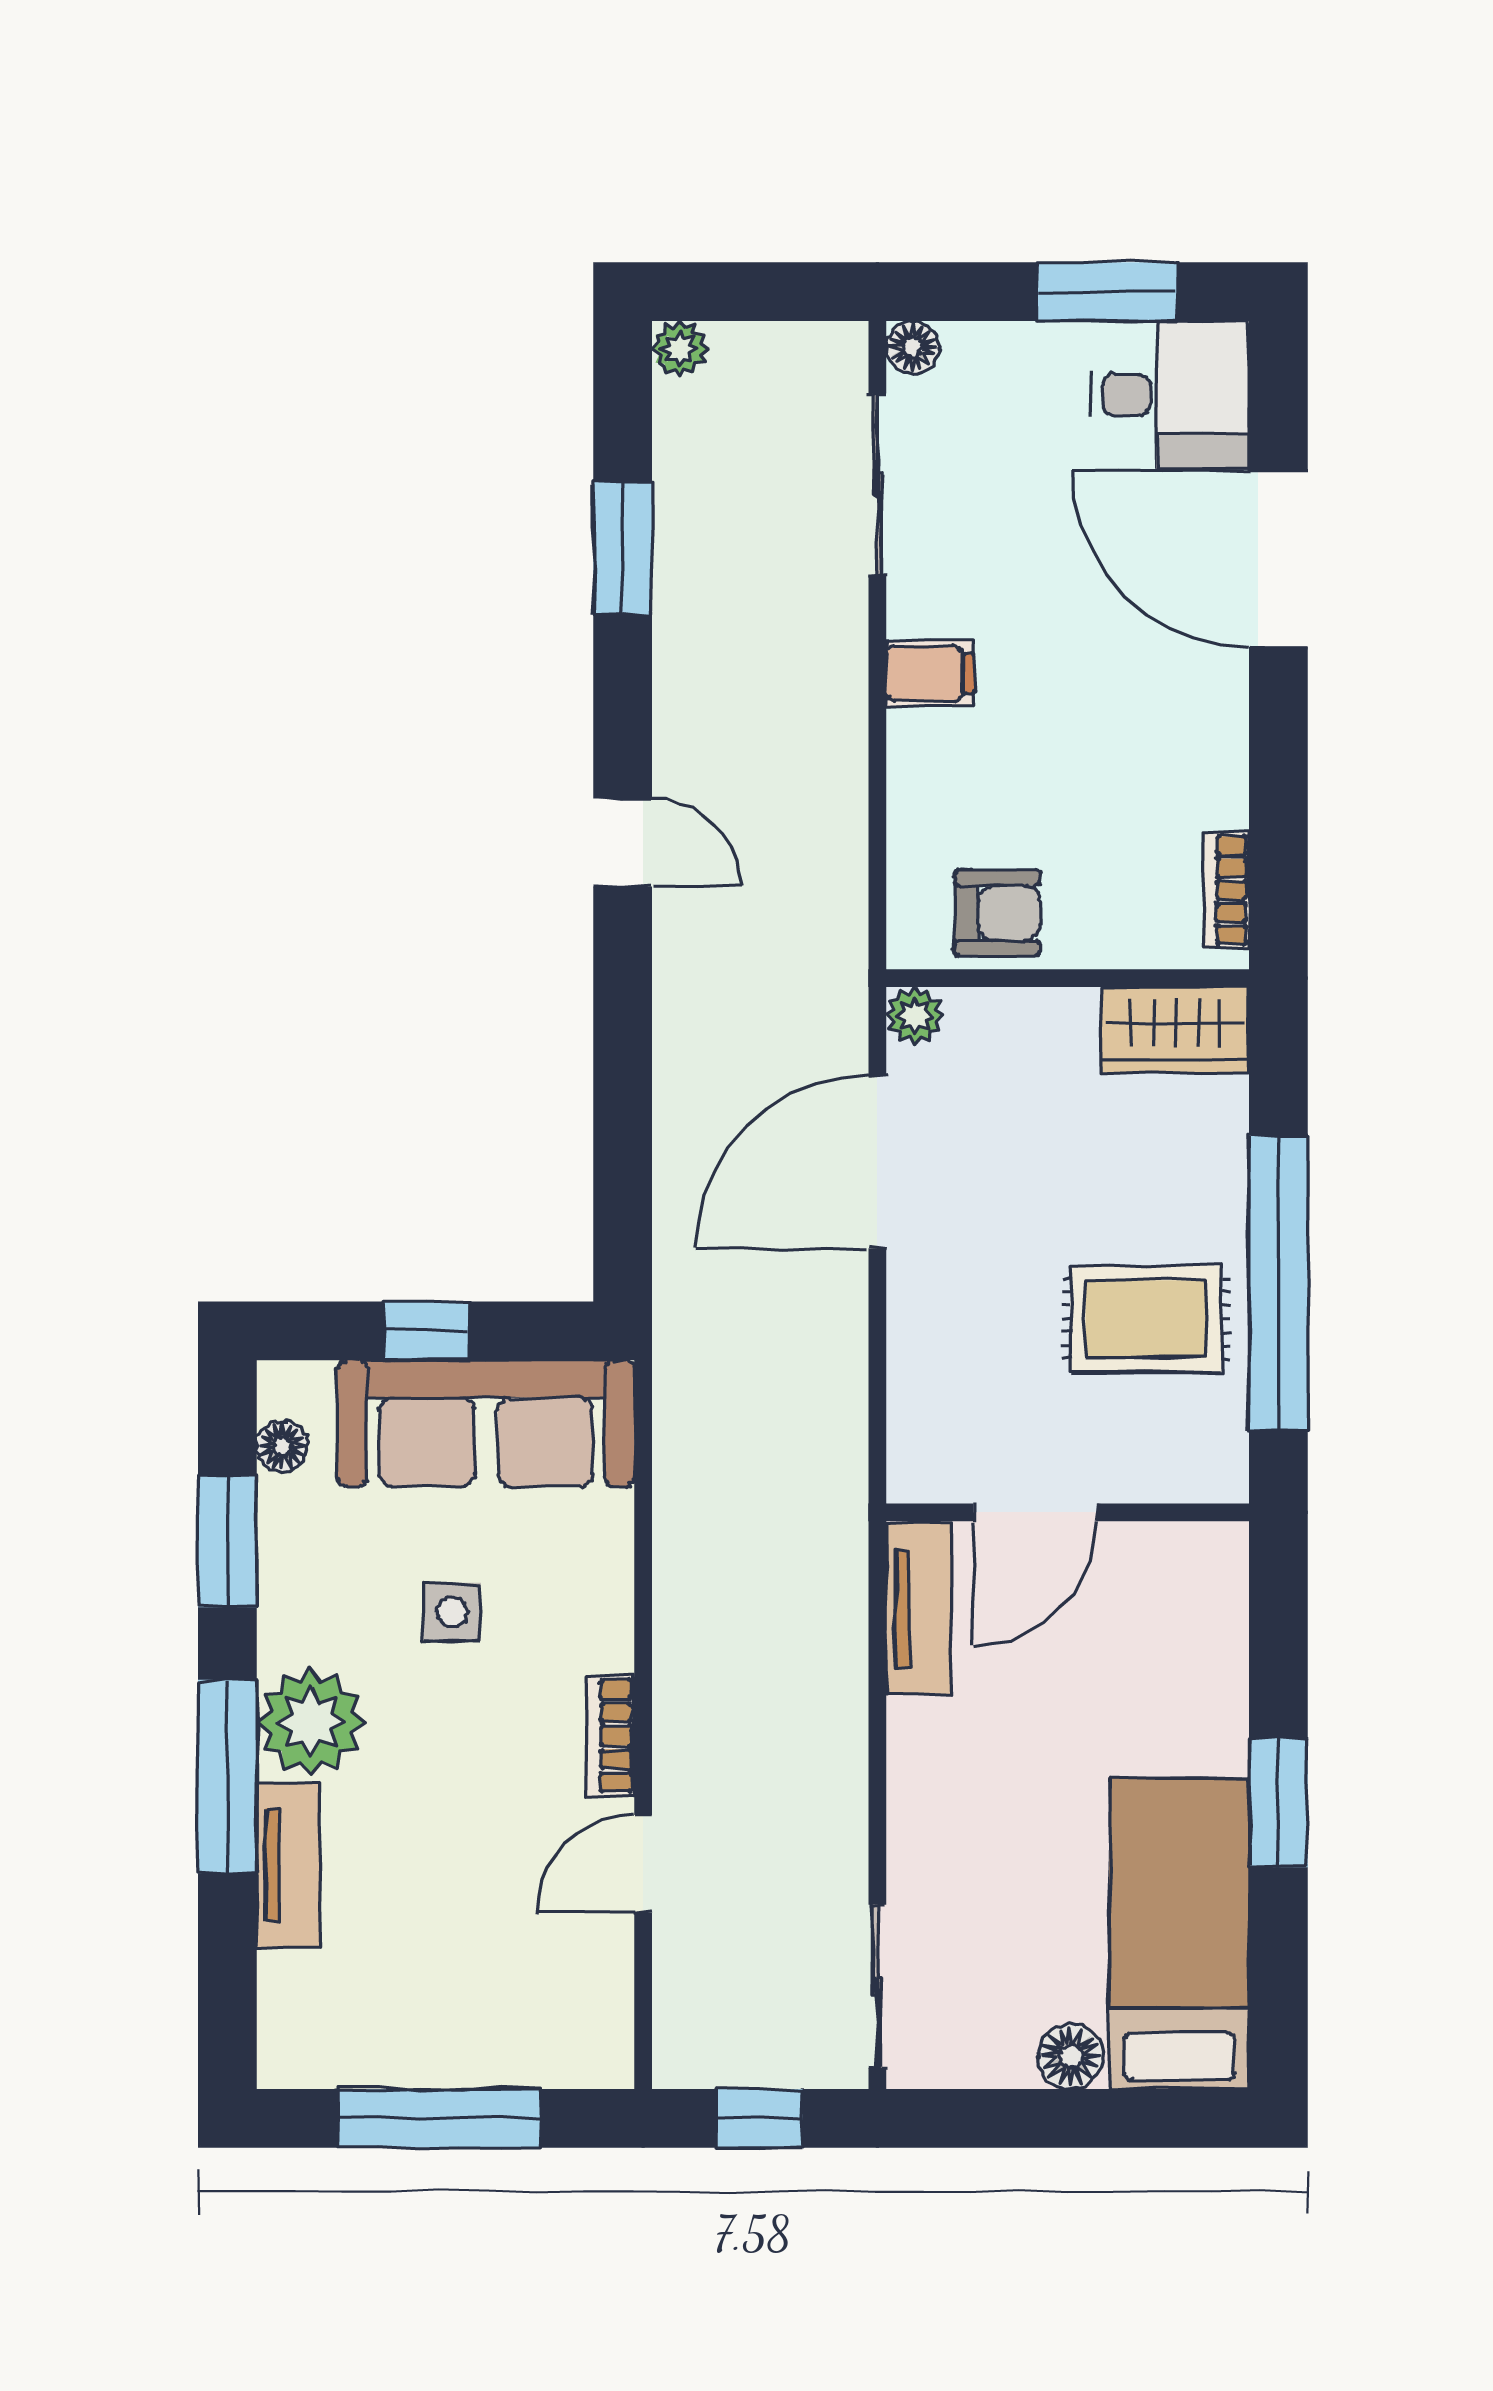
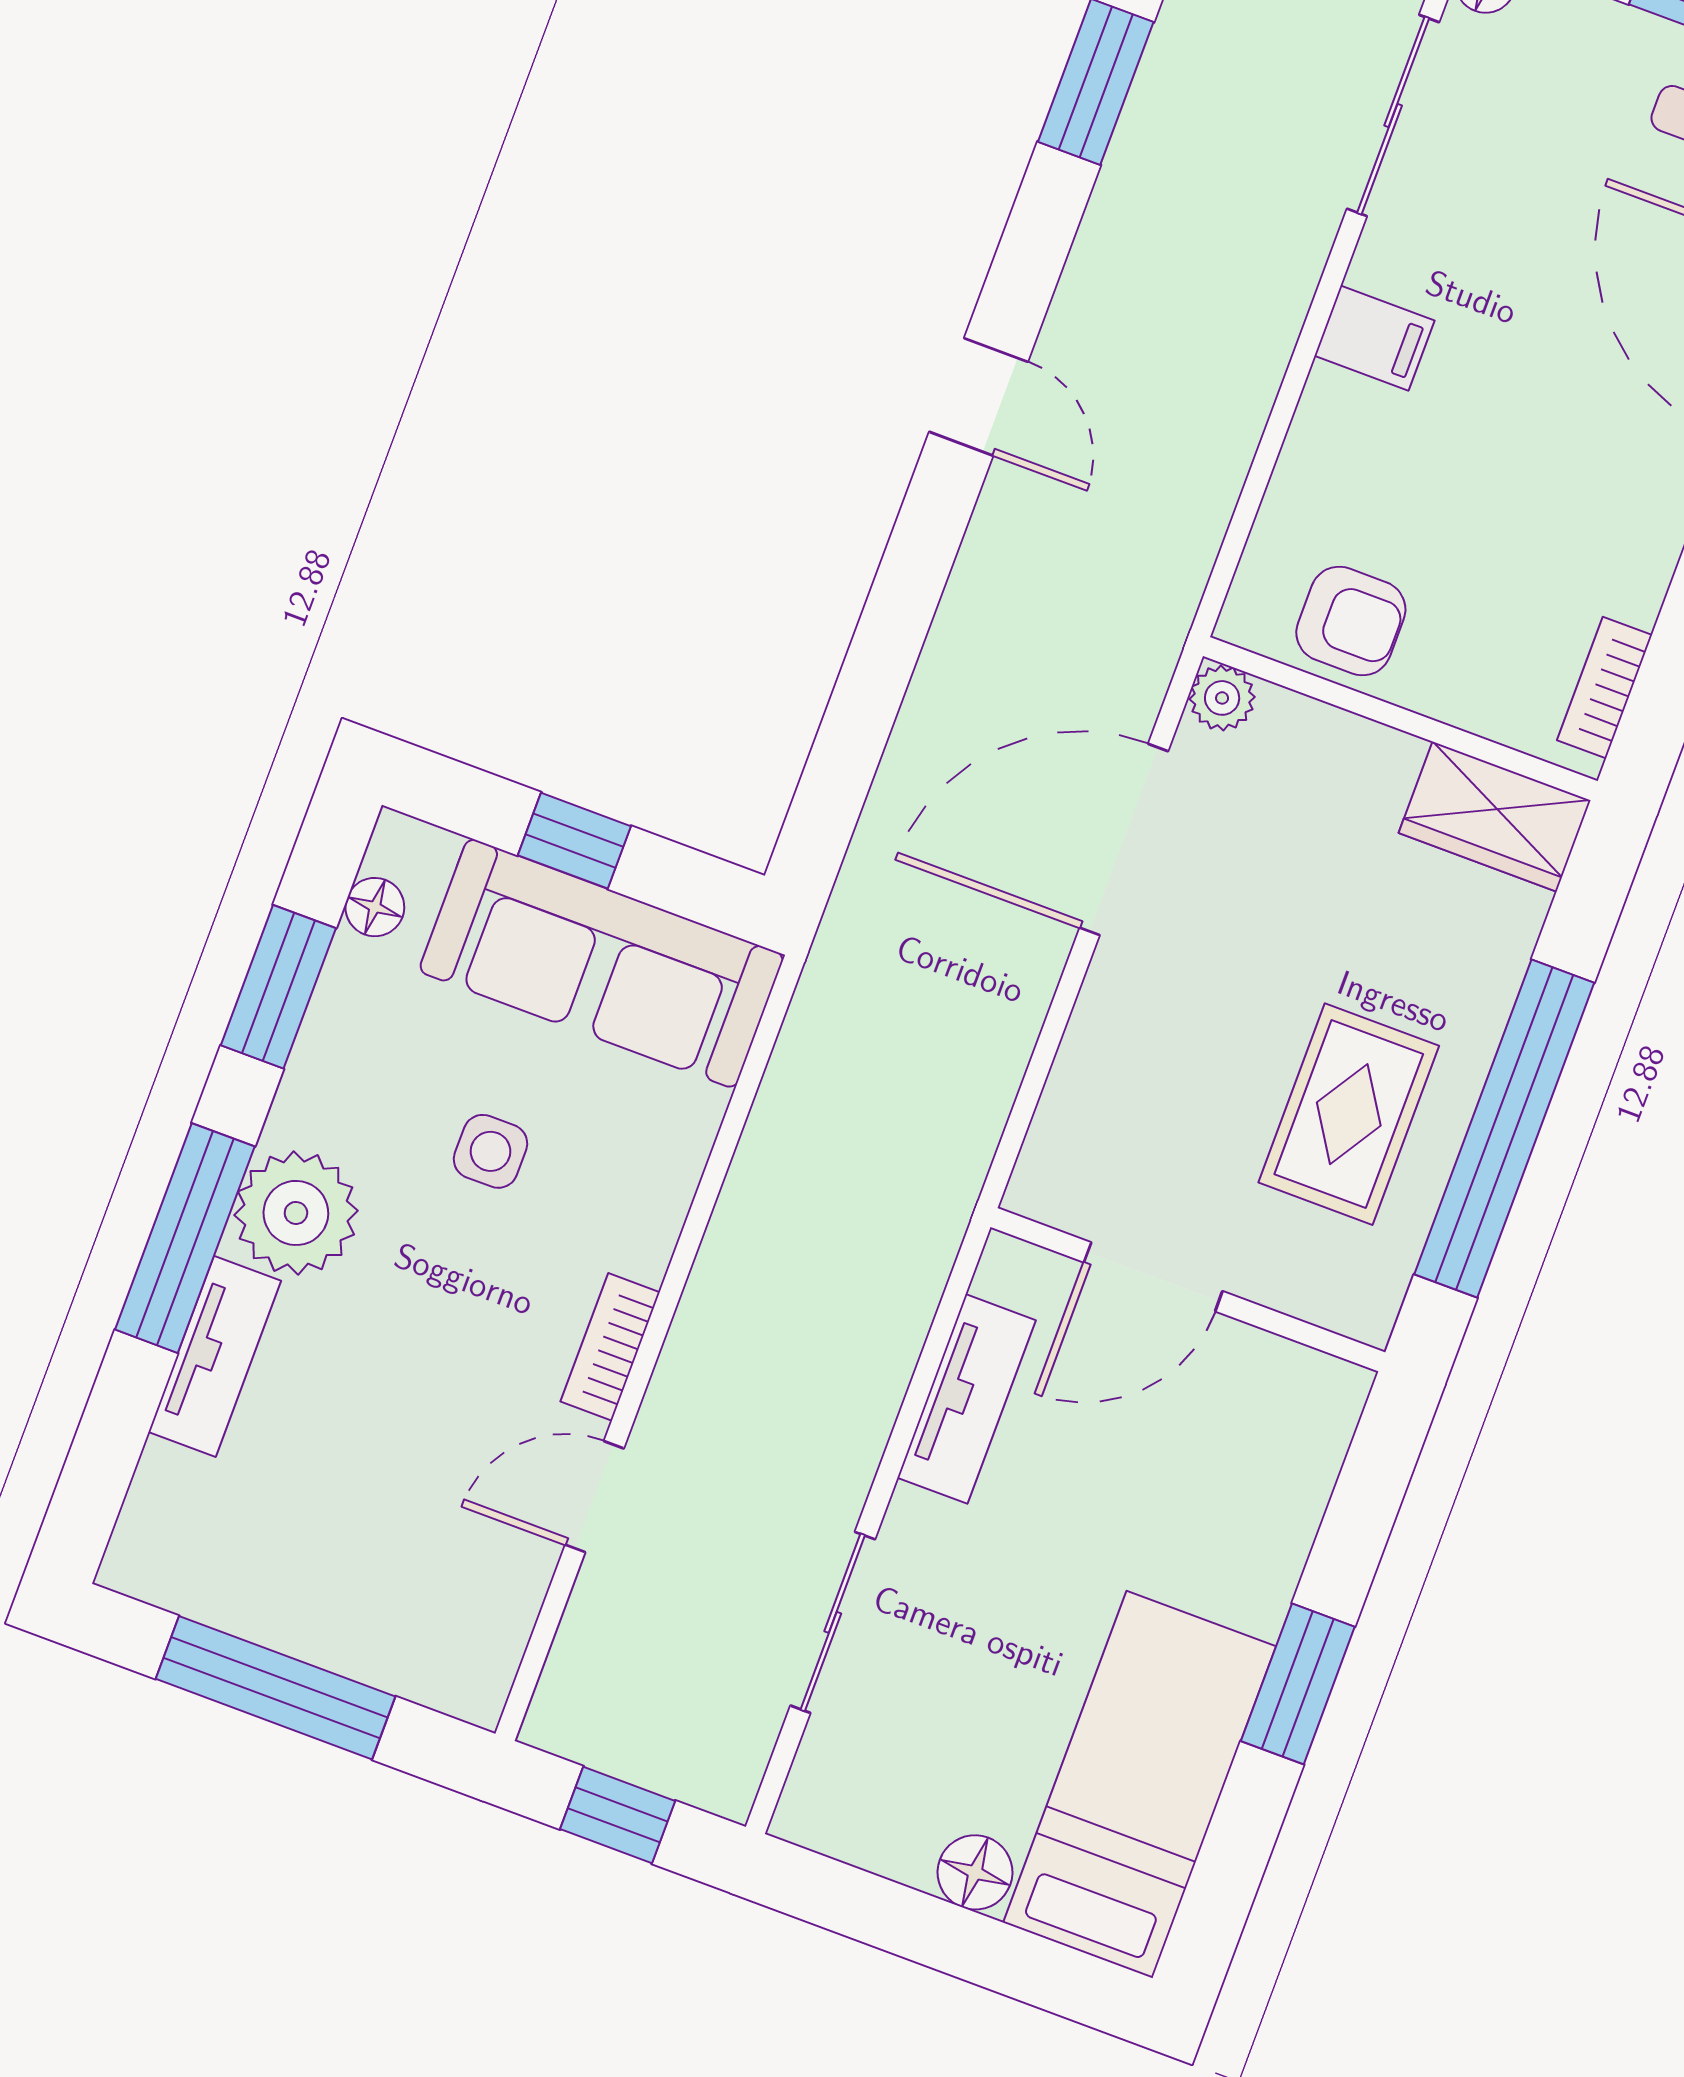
rug: (1146, 1319) -> (1349, 1114), turned 90
tv unit: (919, 1609) -> (966, 1399), moved
sliding door: (877, 1986) -> (833, 1622), moved

